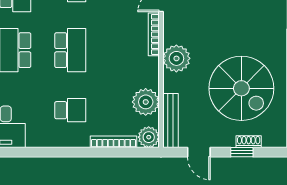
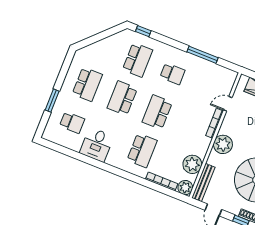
school desk: (70, 50) -> (157, 112), turned 180
school desk: (70, 110) -> (142, 150), width x1.85

